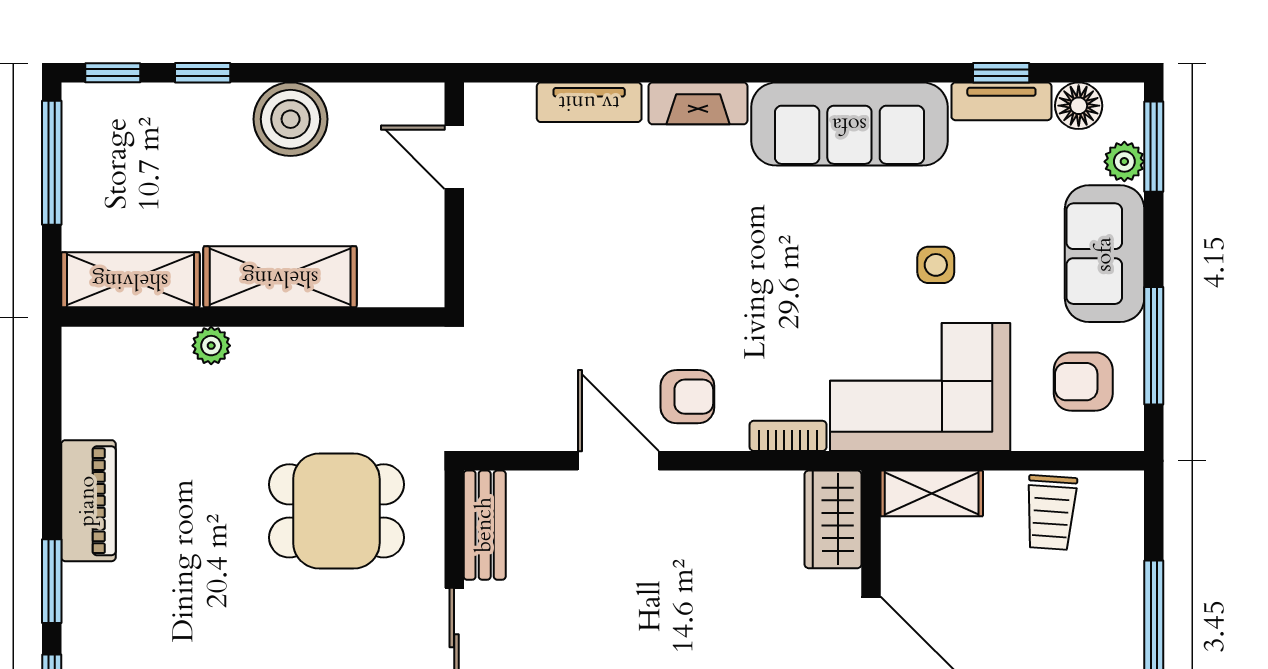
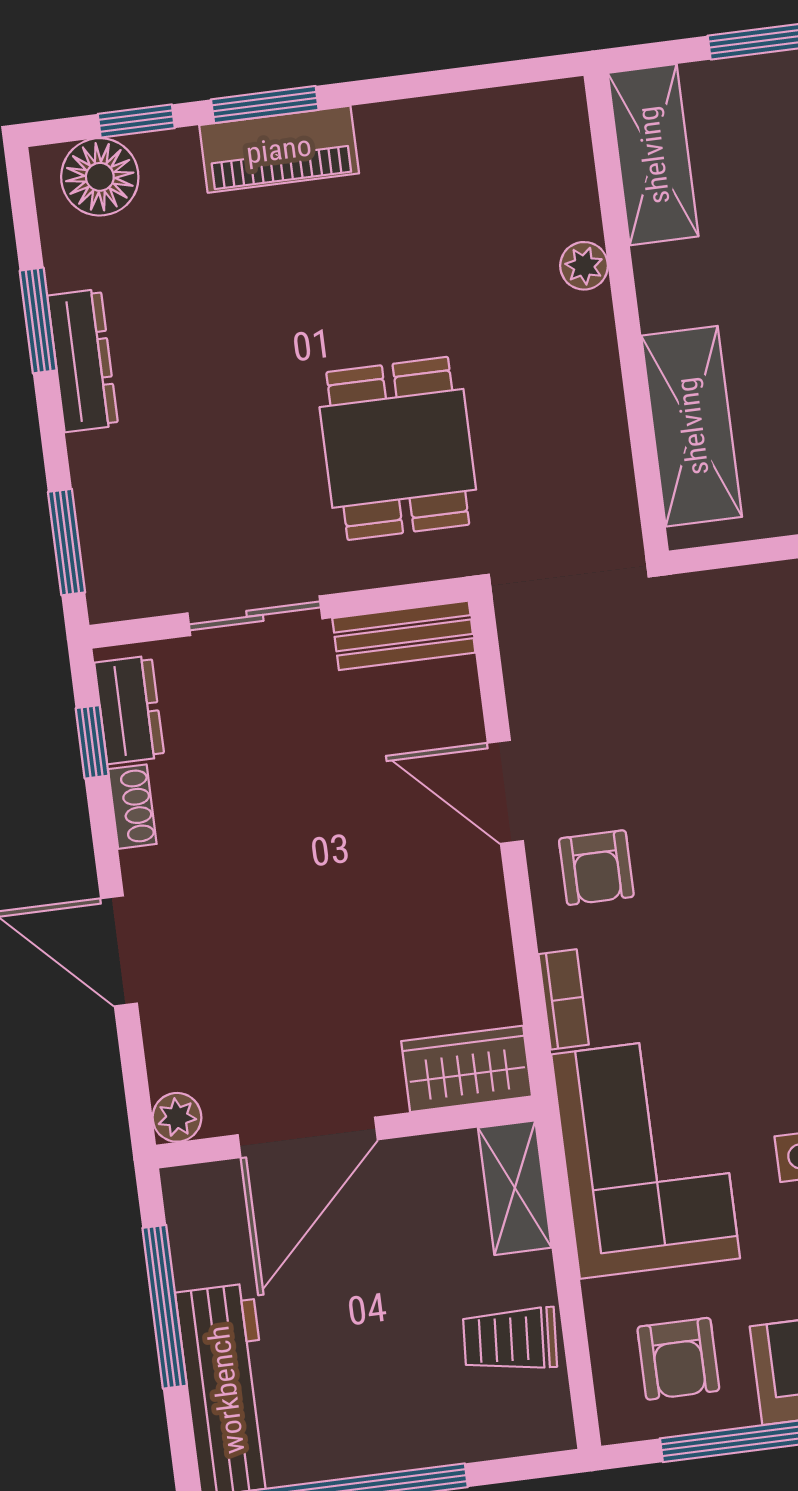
shelving: (280, 277) -> (692, 426), moved
armchair: (1083, 382) -> (678, 1359), turned 180
door: (618, 461) -> (505, 792), swing flipped
piano: (88, 501) -> (279, 149), moved

